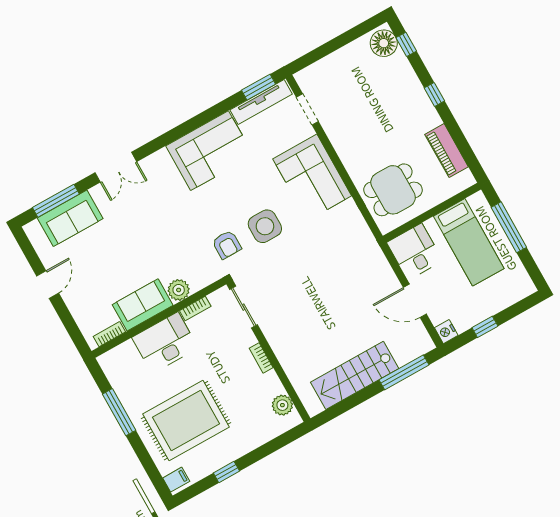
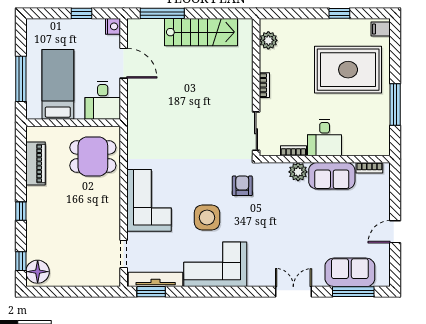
side table: (265, 226) -> (207, 218), moved
desk: (165, 343) -> (325, 138), width x0.73

